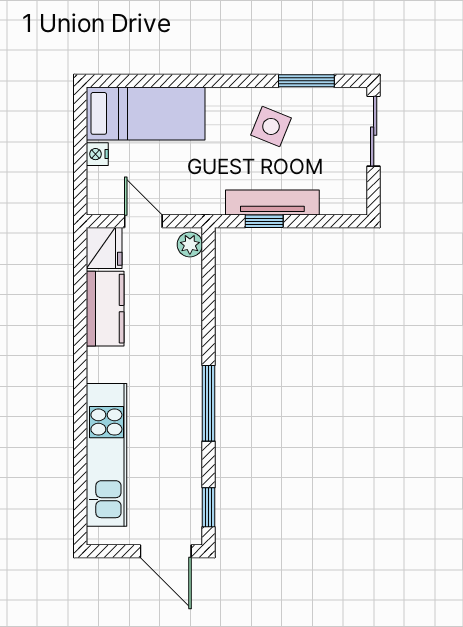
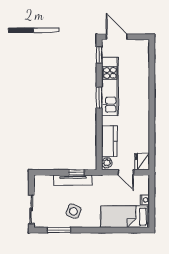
kitchen counter: (105, 309) -> (109, 141), moved, turned 180
window: (209, 403) -> (99, 98), width x0.69
kitchen unit: (106, 455) -> (110, 86), moved, turned 180

